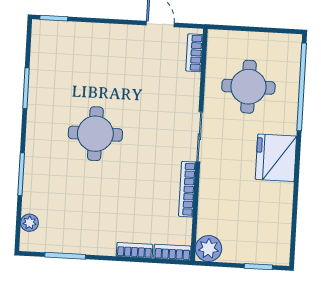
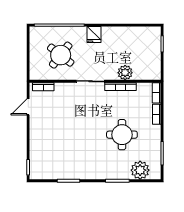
round table: (248, 87) -> (61, 55), turned 38
round table: (95, 134) -> (122, 135), moved
fridge: (276, 158) -> (94, 35), width x0.53, depth x0.75
plant: (29, 223) -> (140, 170), width x1.88, depth x1.88
plant: (208, 249) -> (125, 73), moved

